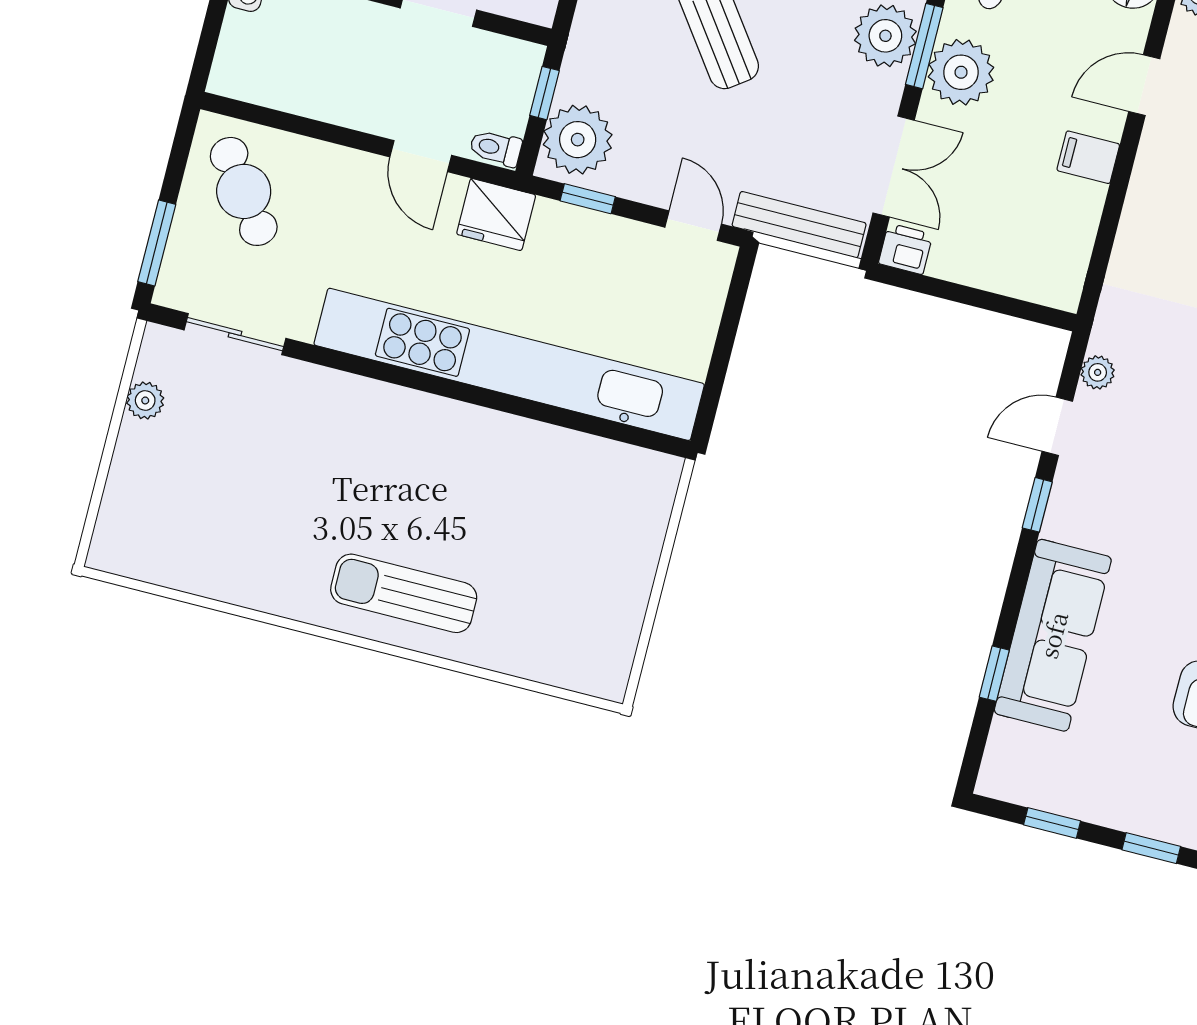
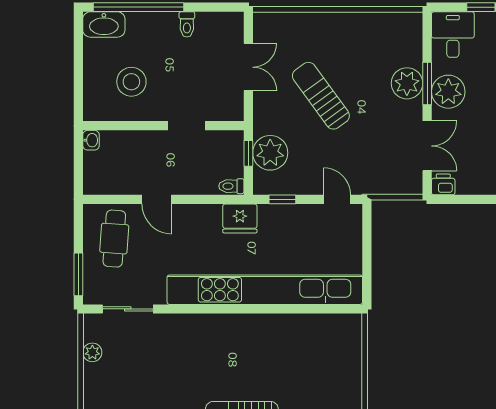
plant: (578, 140) -> (270, 153), moved
door: (421, 156) -> (157, 199), moved
cafe table: (244, 191) -> (114, 239), turned 40
bench: (799, 225) -> (388, 186), removed

